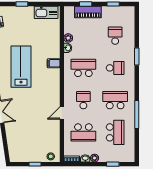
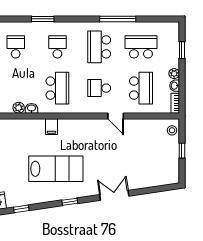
school desk: (115, 36) -> (16, 47), turned 90
lab bench: (21, 67) -> (56, 169), turned 180
school desk: (83, 68) -> (57, 88), turned 180

